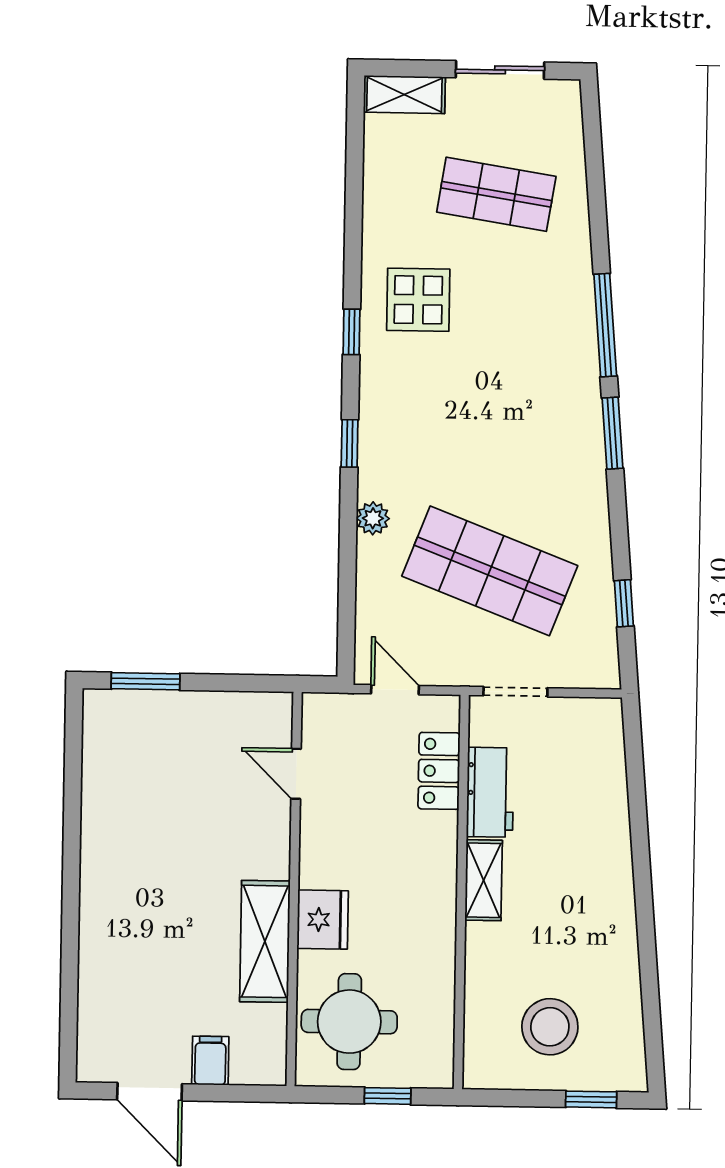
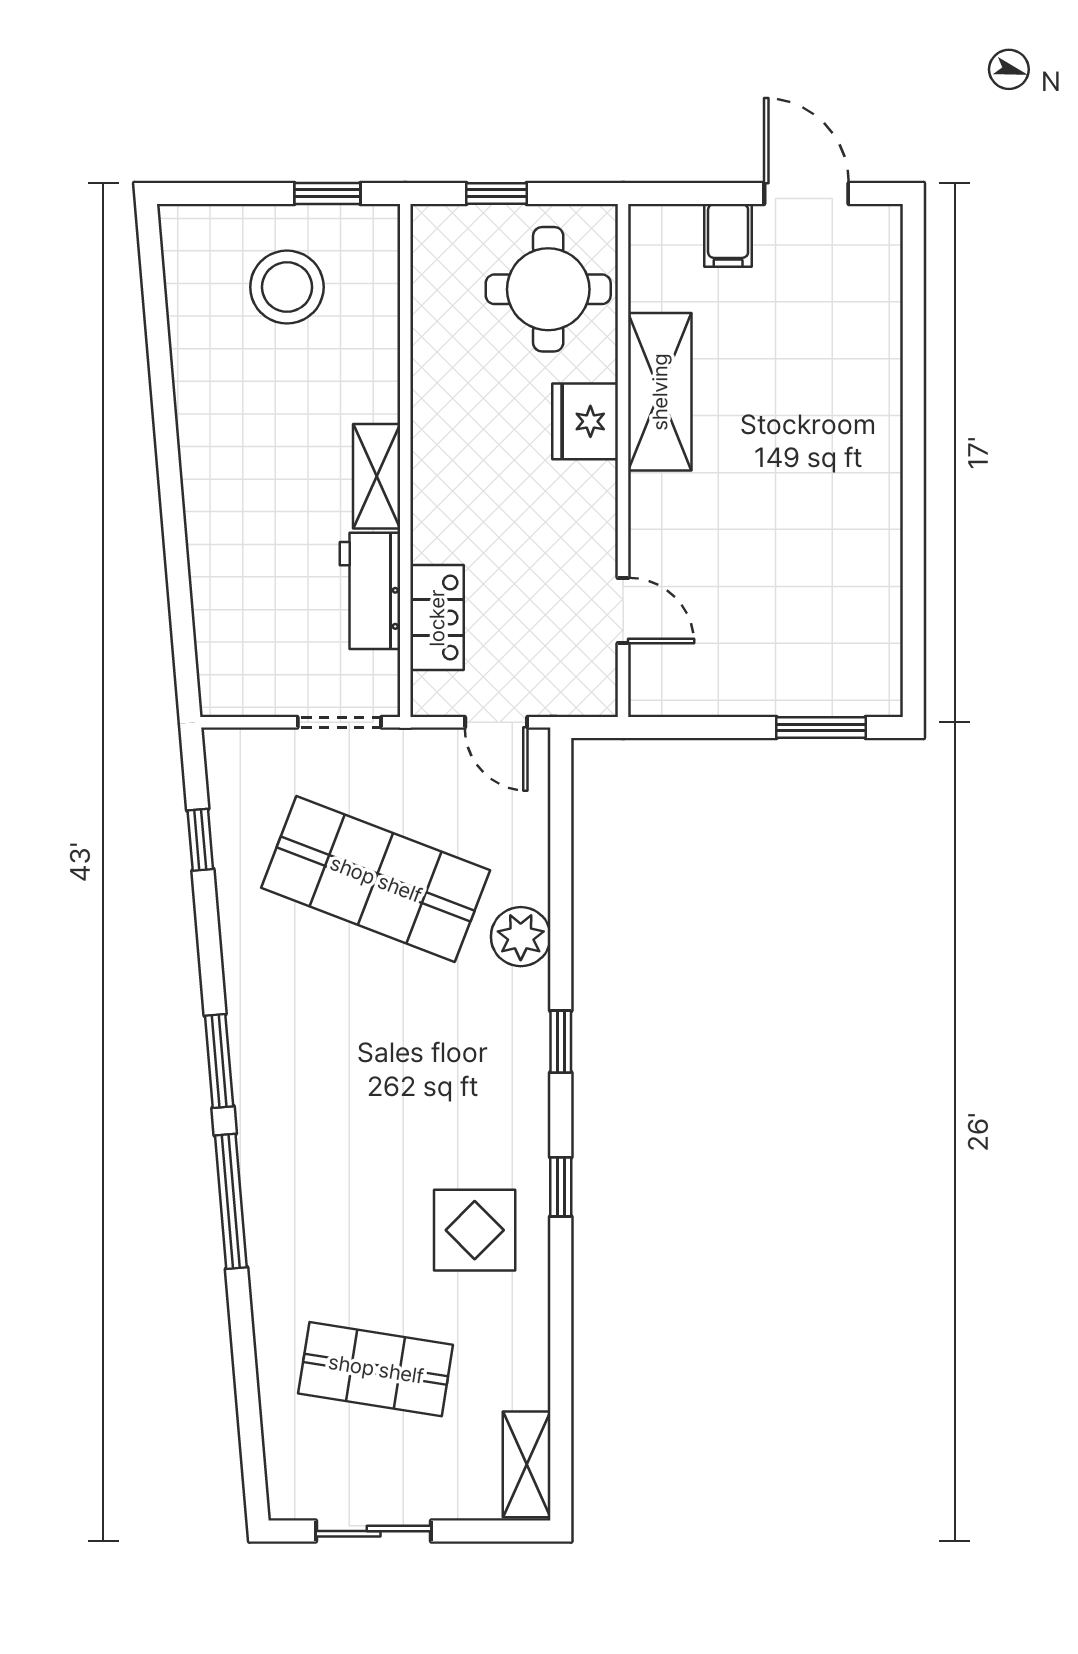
shelving: (404, 95) -> (527, 1464), moved, turned 90
plant: (373, 518) -> (521, 937), width x1.38, depth x1.38
window: (591, 1099) -> (327, 193), moved

